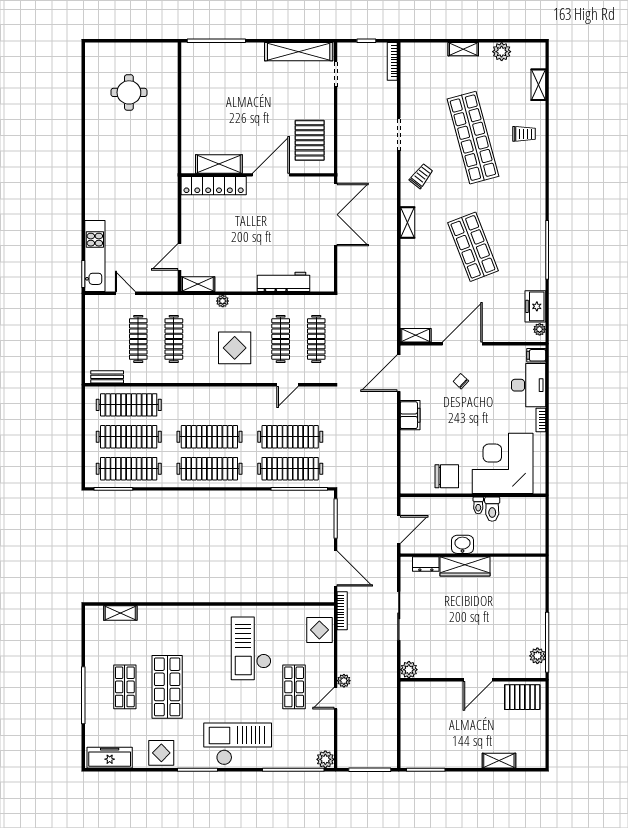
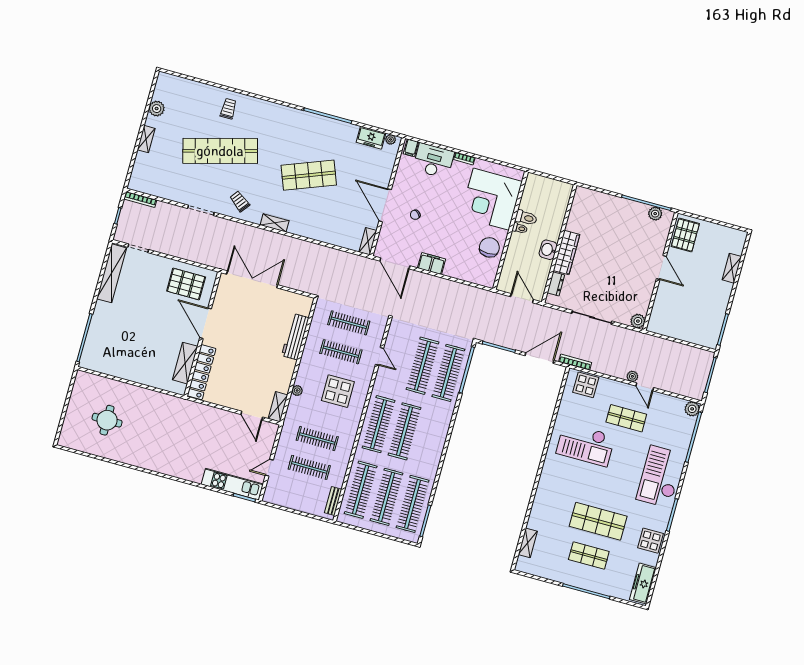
shelving: (538, 85) -> (192, 86), removed
clothes rail: (209, 469) -> (379, 424), moved

